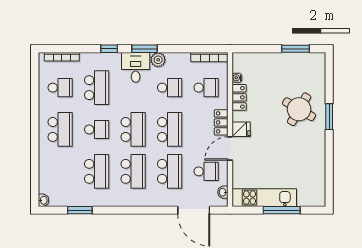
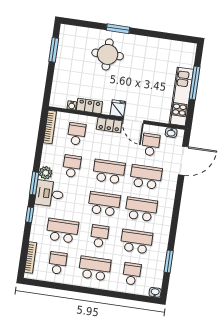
round table: (299, 109) -> (108, 54), turned -30
school desk: (60, 171) -> (132, 274), added

